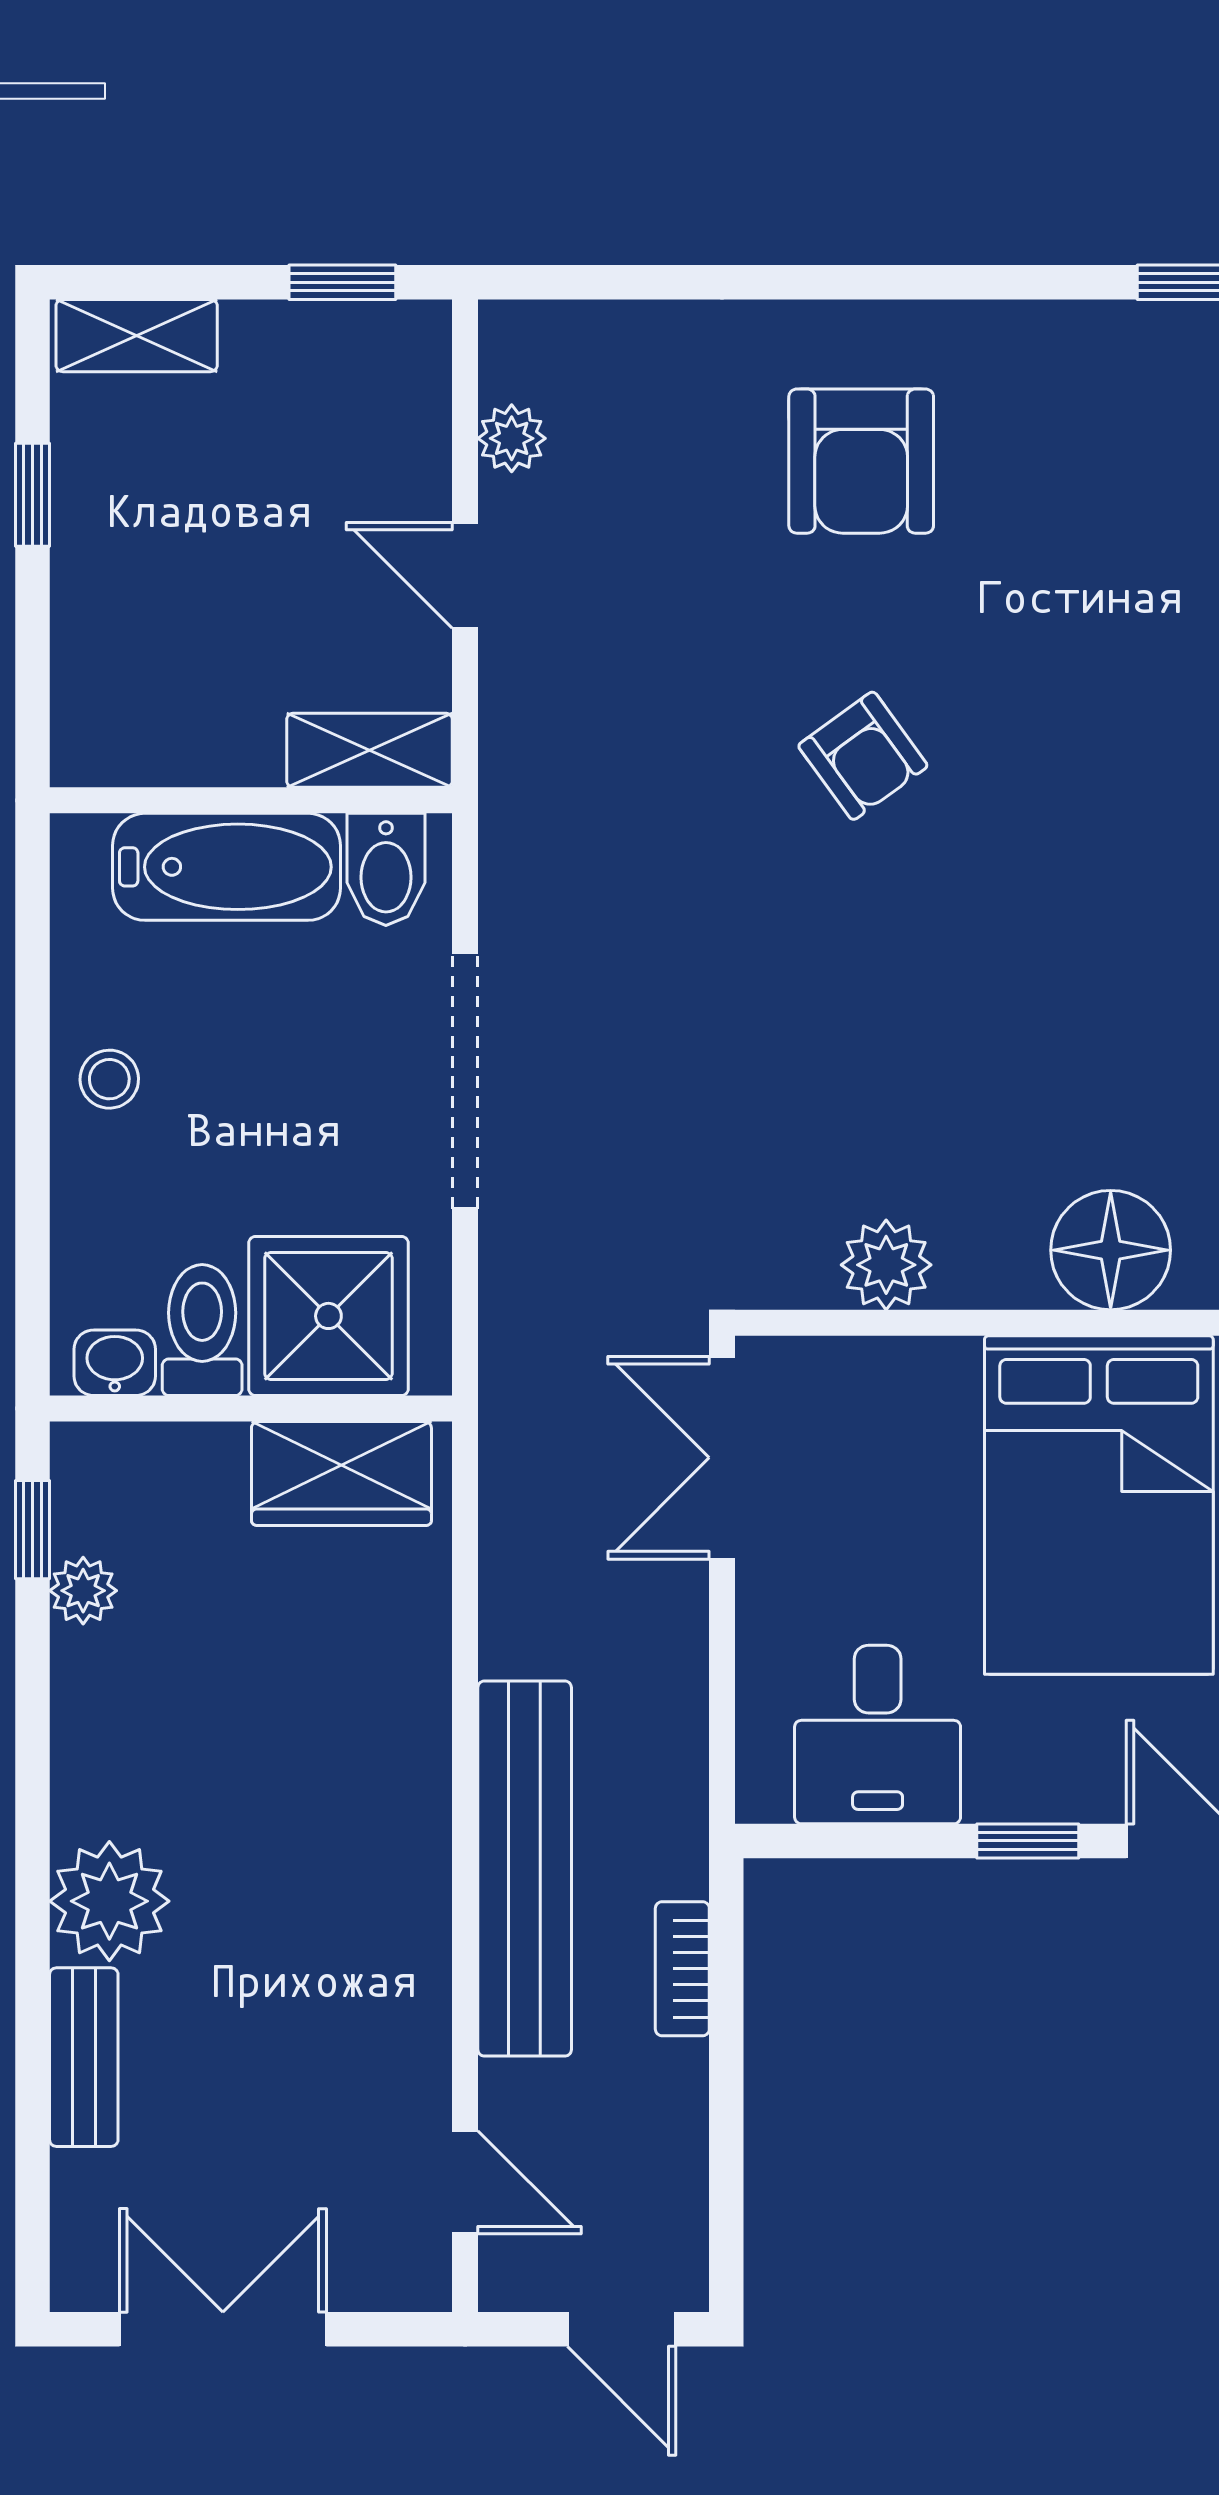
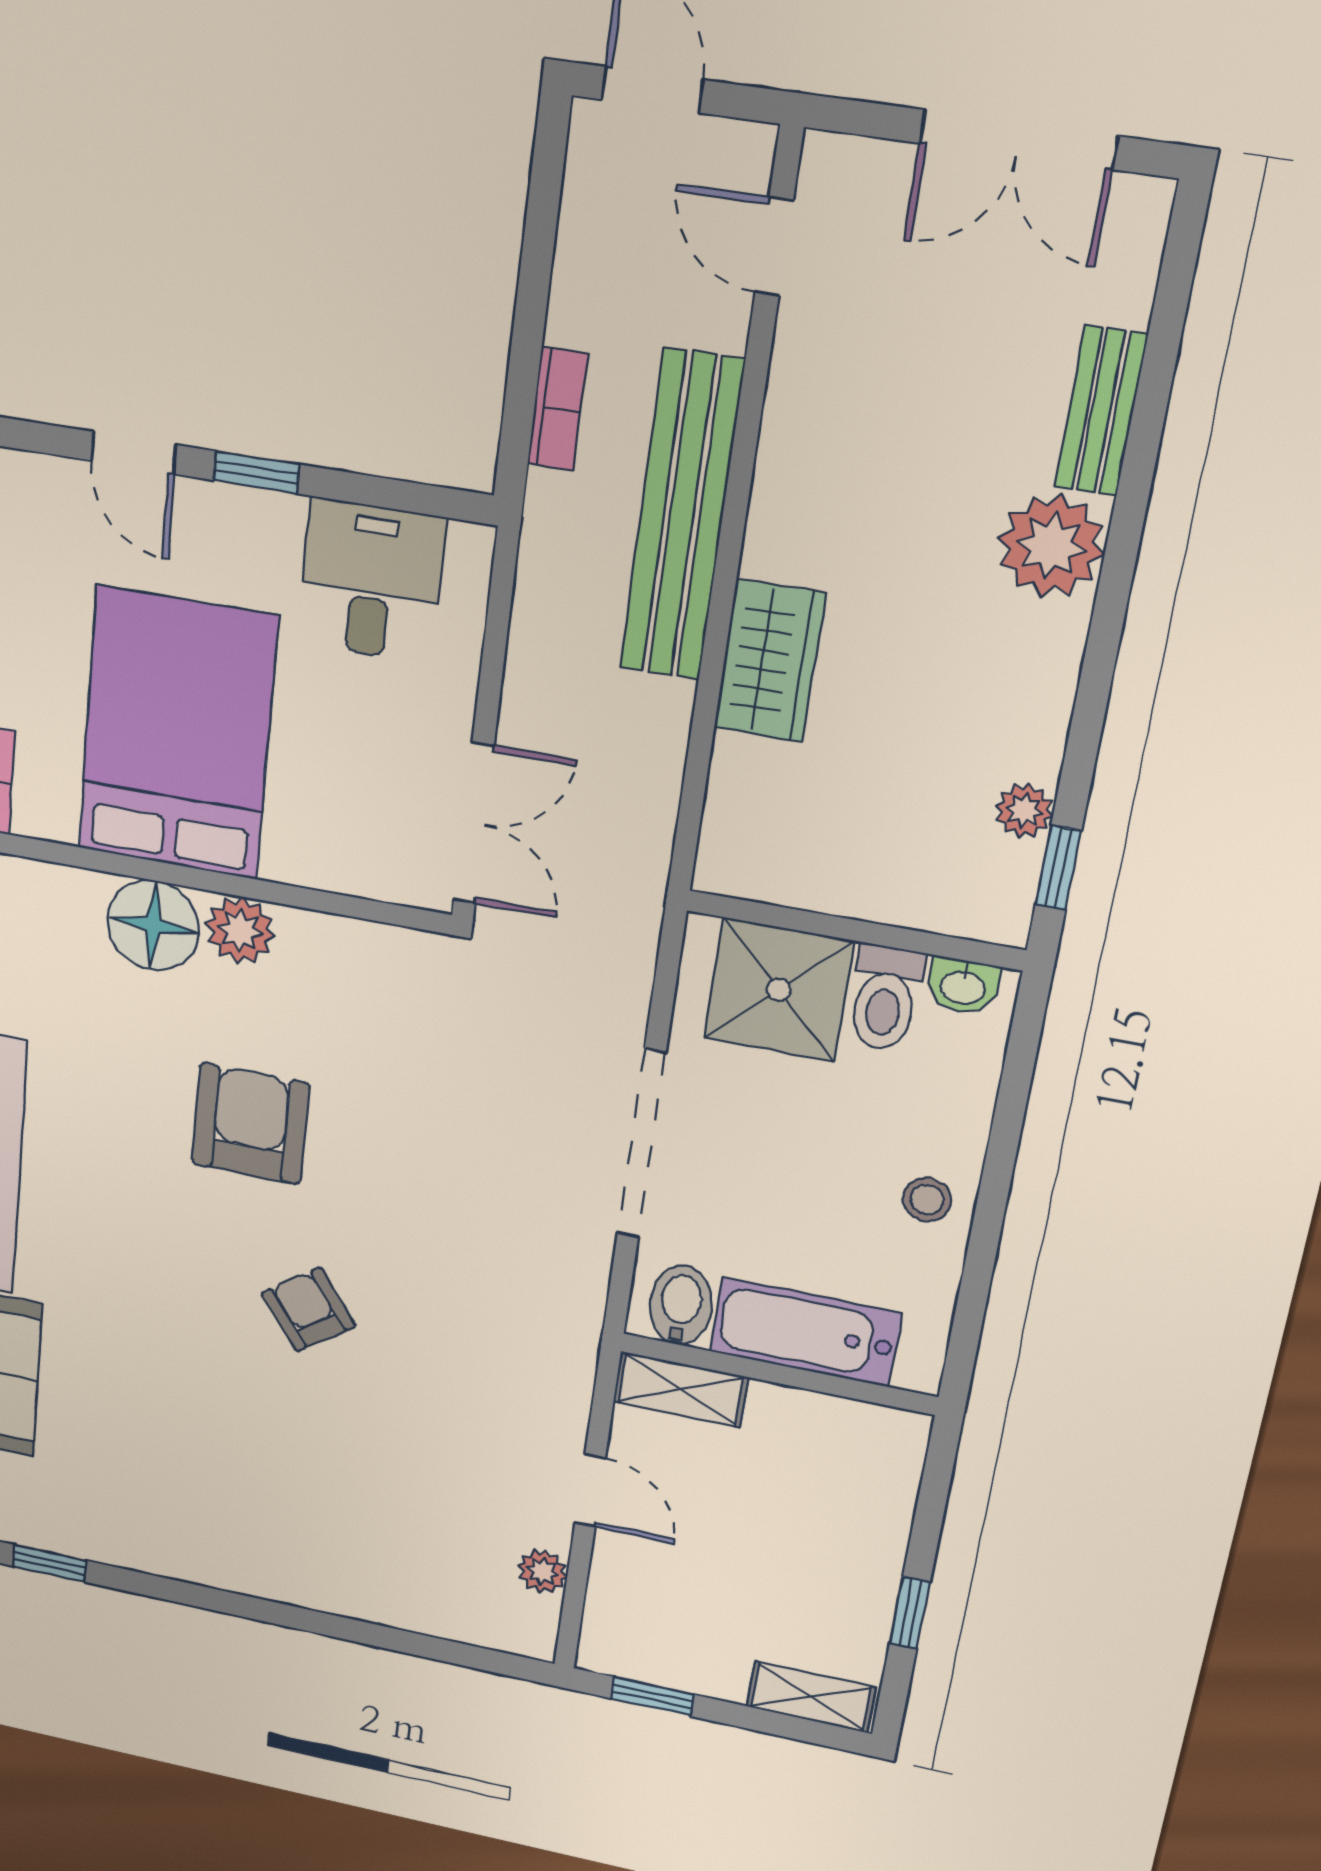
armchair: (861, 461) -> (250, 1124), moved
plant: (886, 1265) -> (240, 930), moved
wardrobe: (341, 1473) -> (770, 661), moved, turned 90

